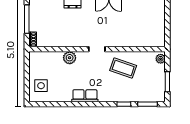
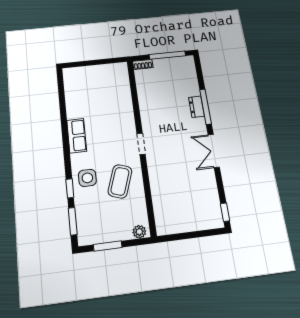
plant: (70, 58) -> (125, 111), removed
side table: (41, 86) -> (87, 178), moved

